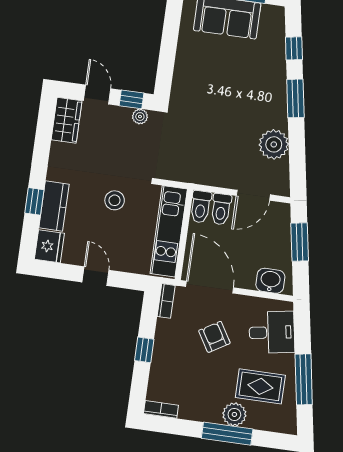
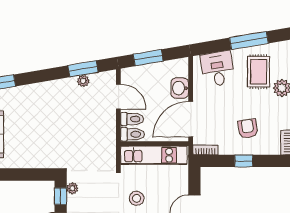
window: (295, 98) -> (83, 69), moved
plant: (274, 144) -> (83, 81), width x0.53, depth x0.53
washbasin: (270, 281) -> (180, 88), moved
armchair: (214, 337) -> (248, 129), moved, turned 113

